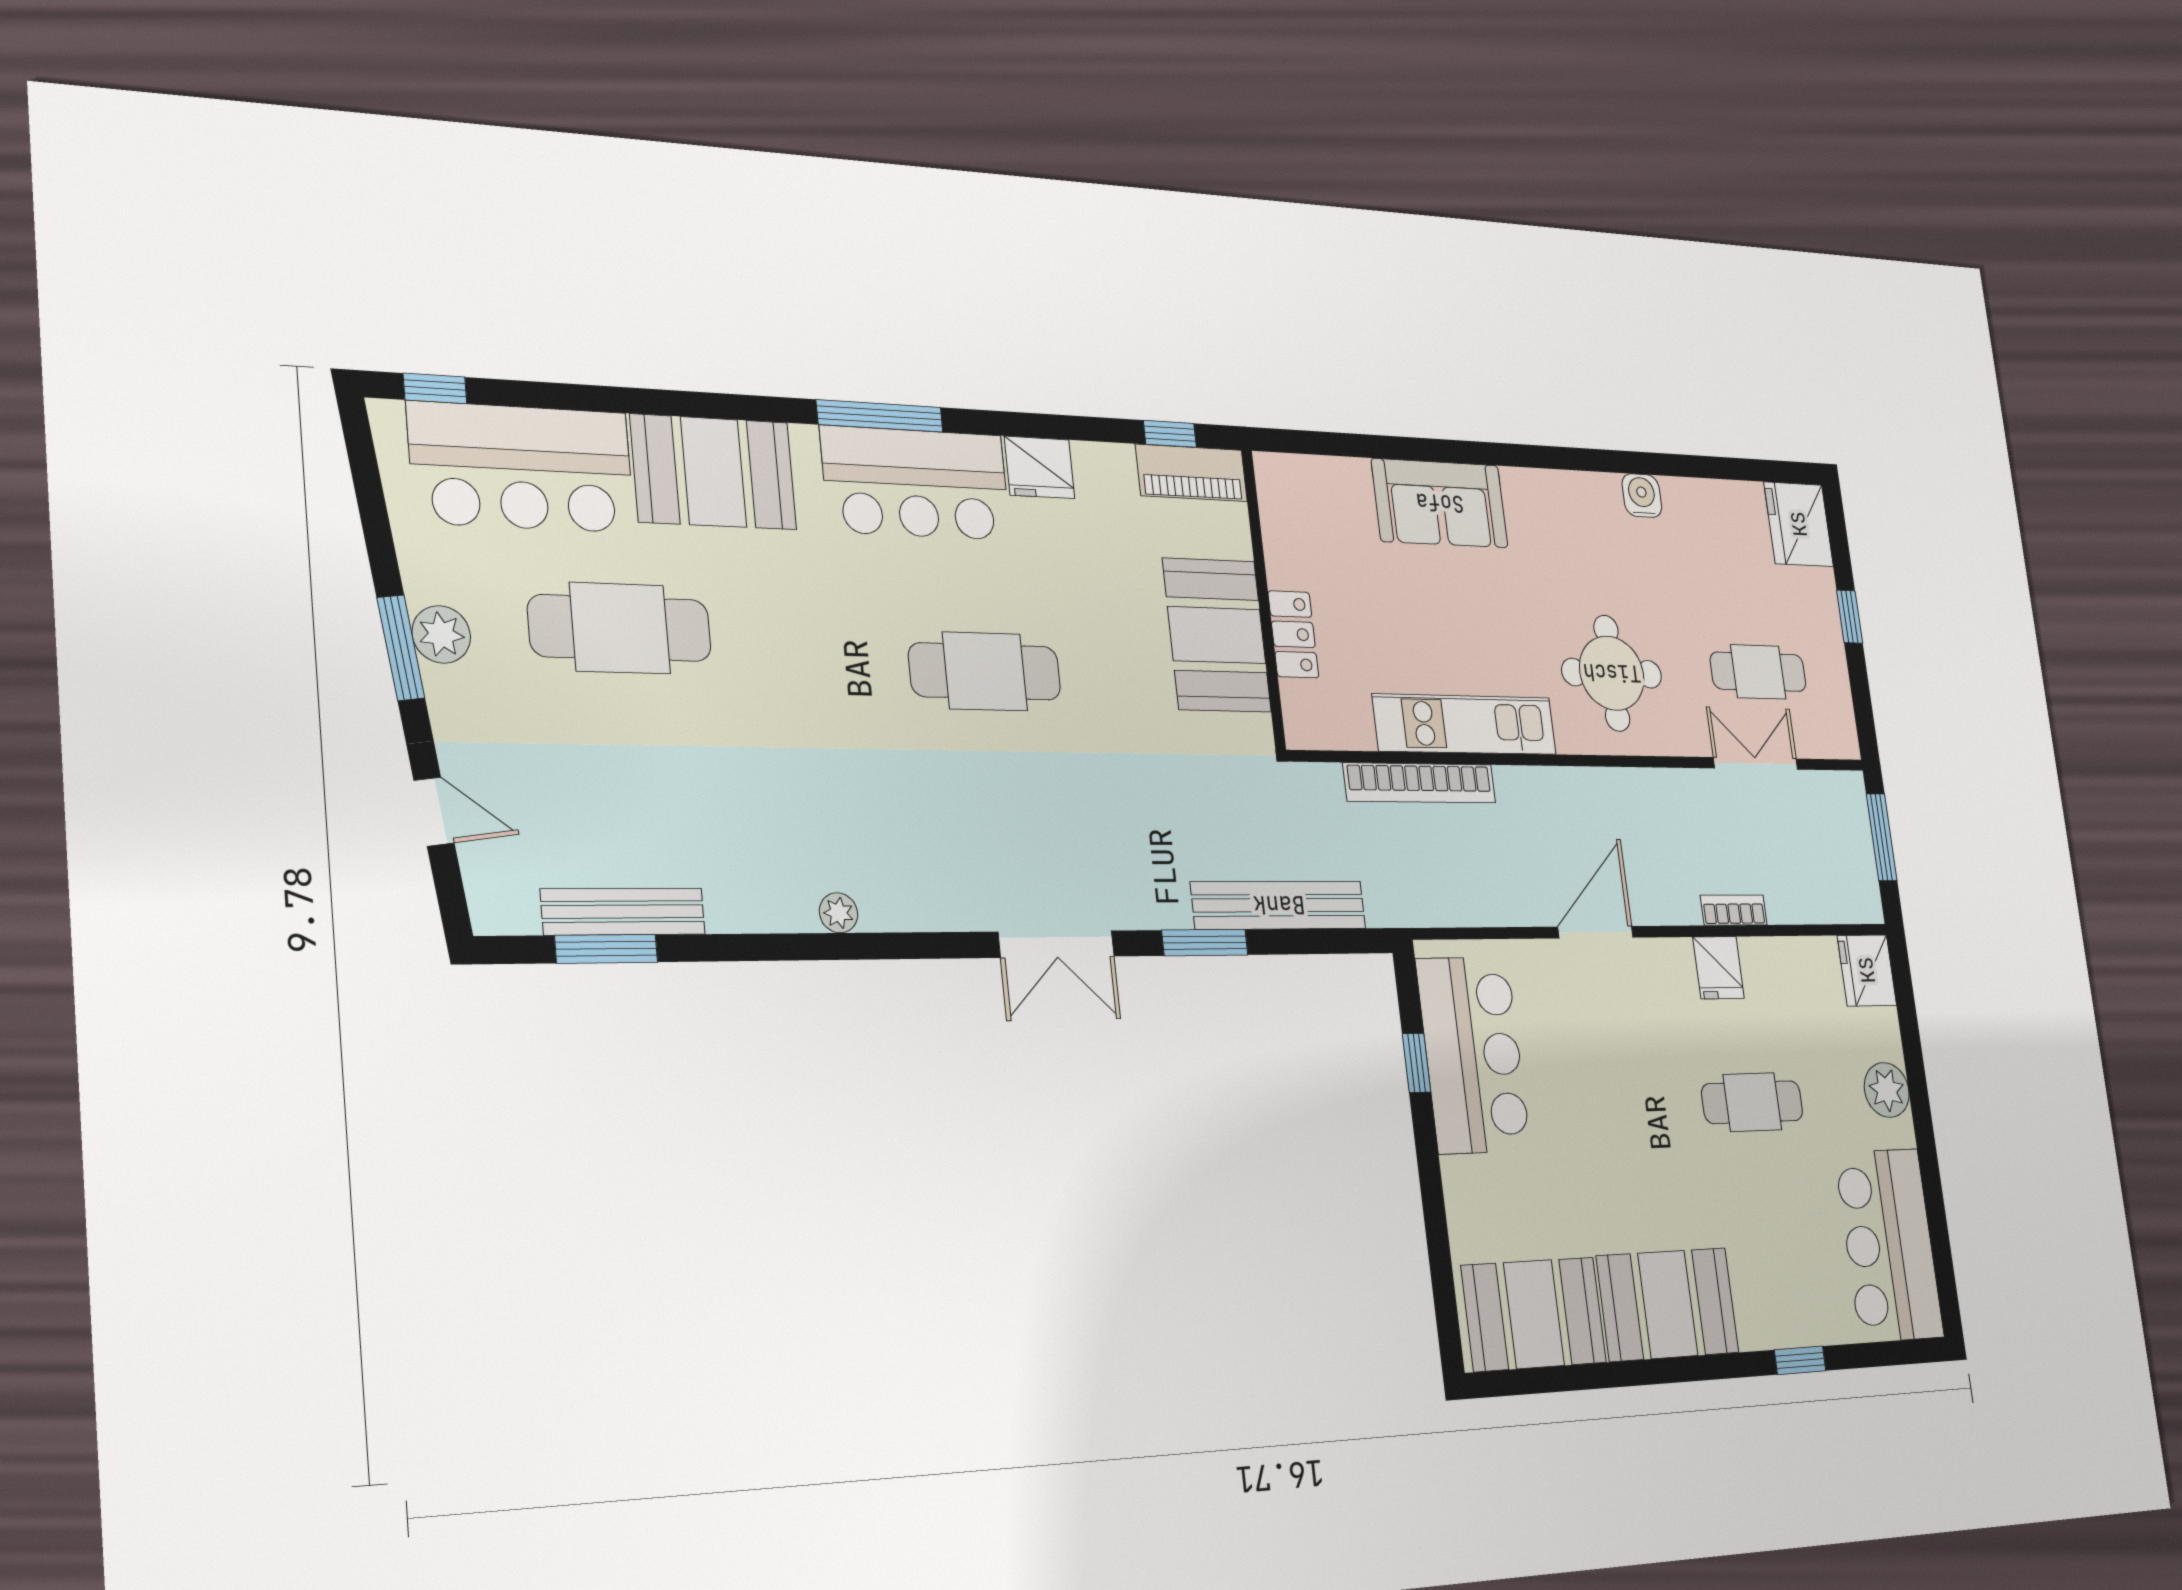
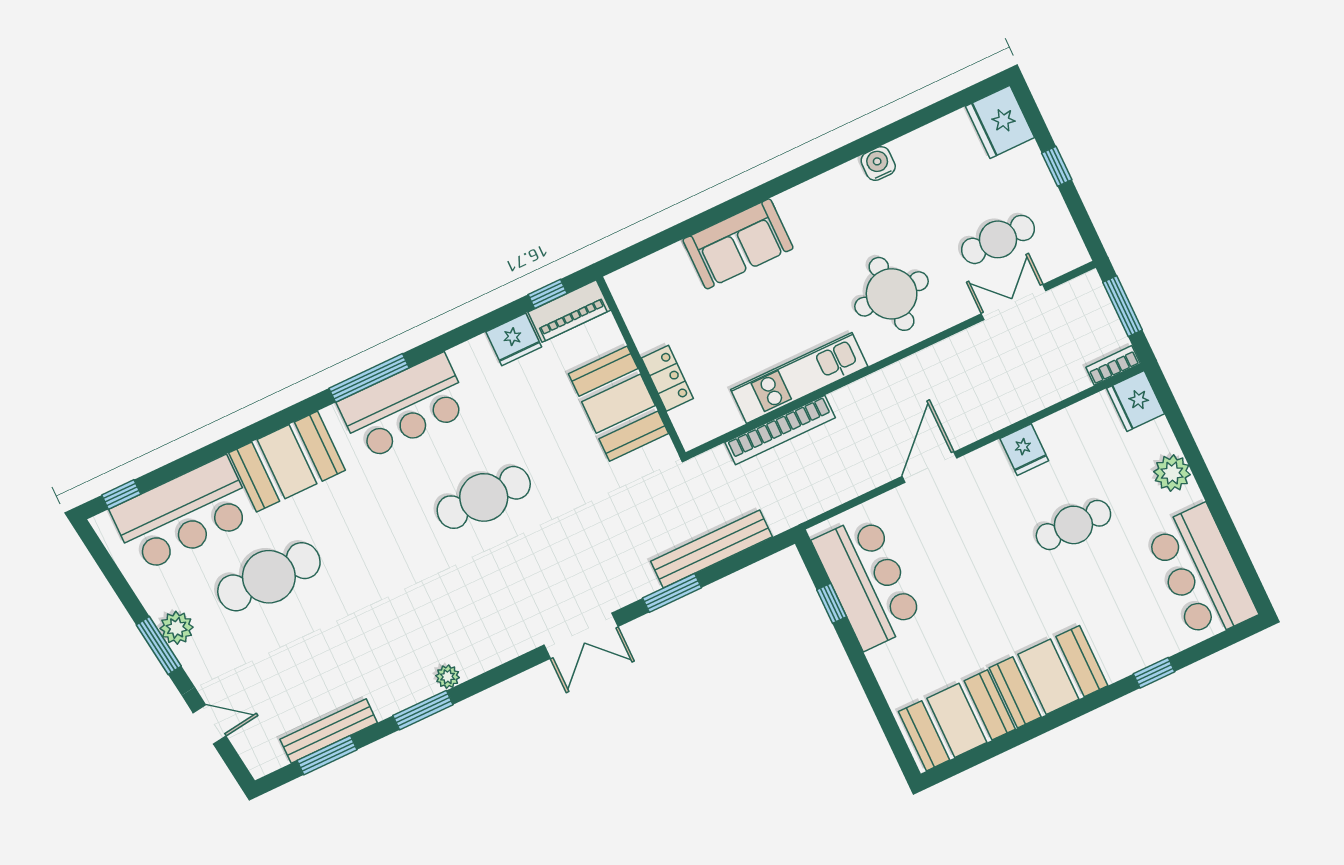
fridge: (1040, 467) -> (514, 339), moved
bookcase: (1734, 910) -> (1113, 365), moved
window: (783, 947) -> (423, 710), added

